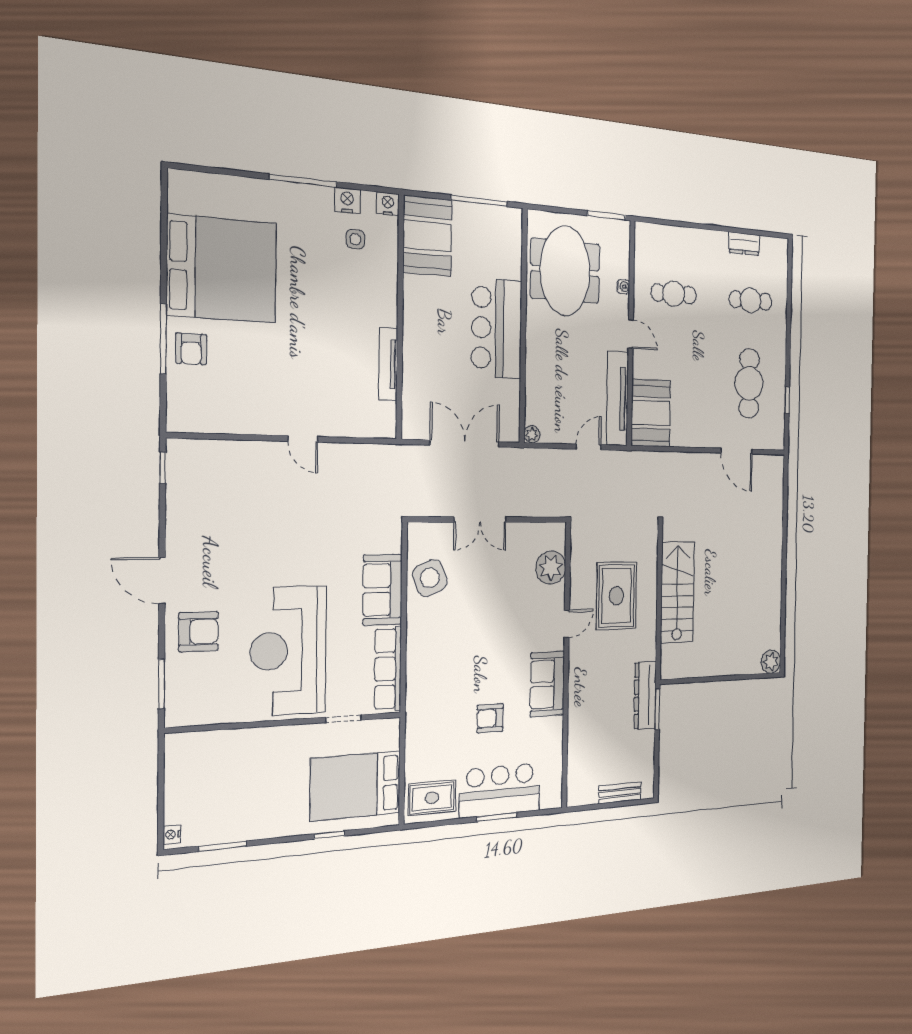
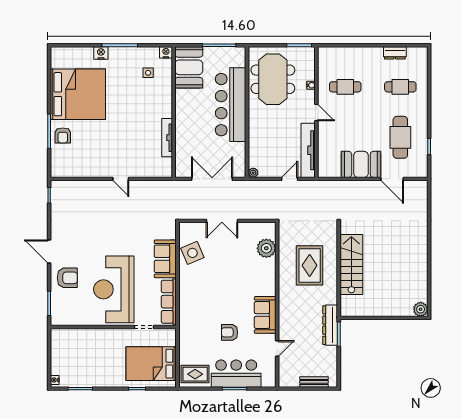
nightstand: (347, 200) -> (101, 53), moved
bar counter: (497, 328) -> (231, 105), width x1.36
booth: (651, 413) -> (361, 164), moved, turned 90
door: (567, 624) -> (277, 348), moved

